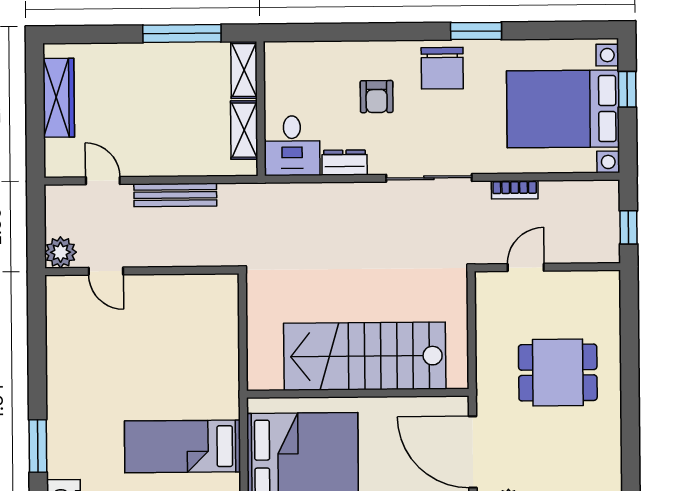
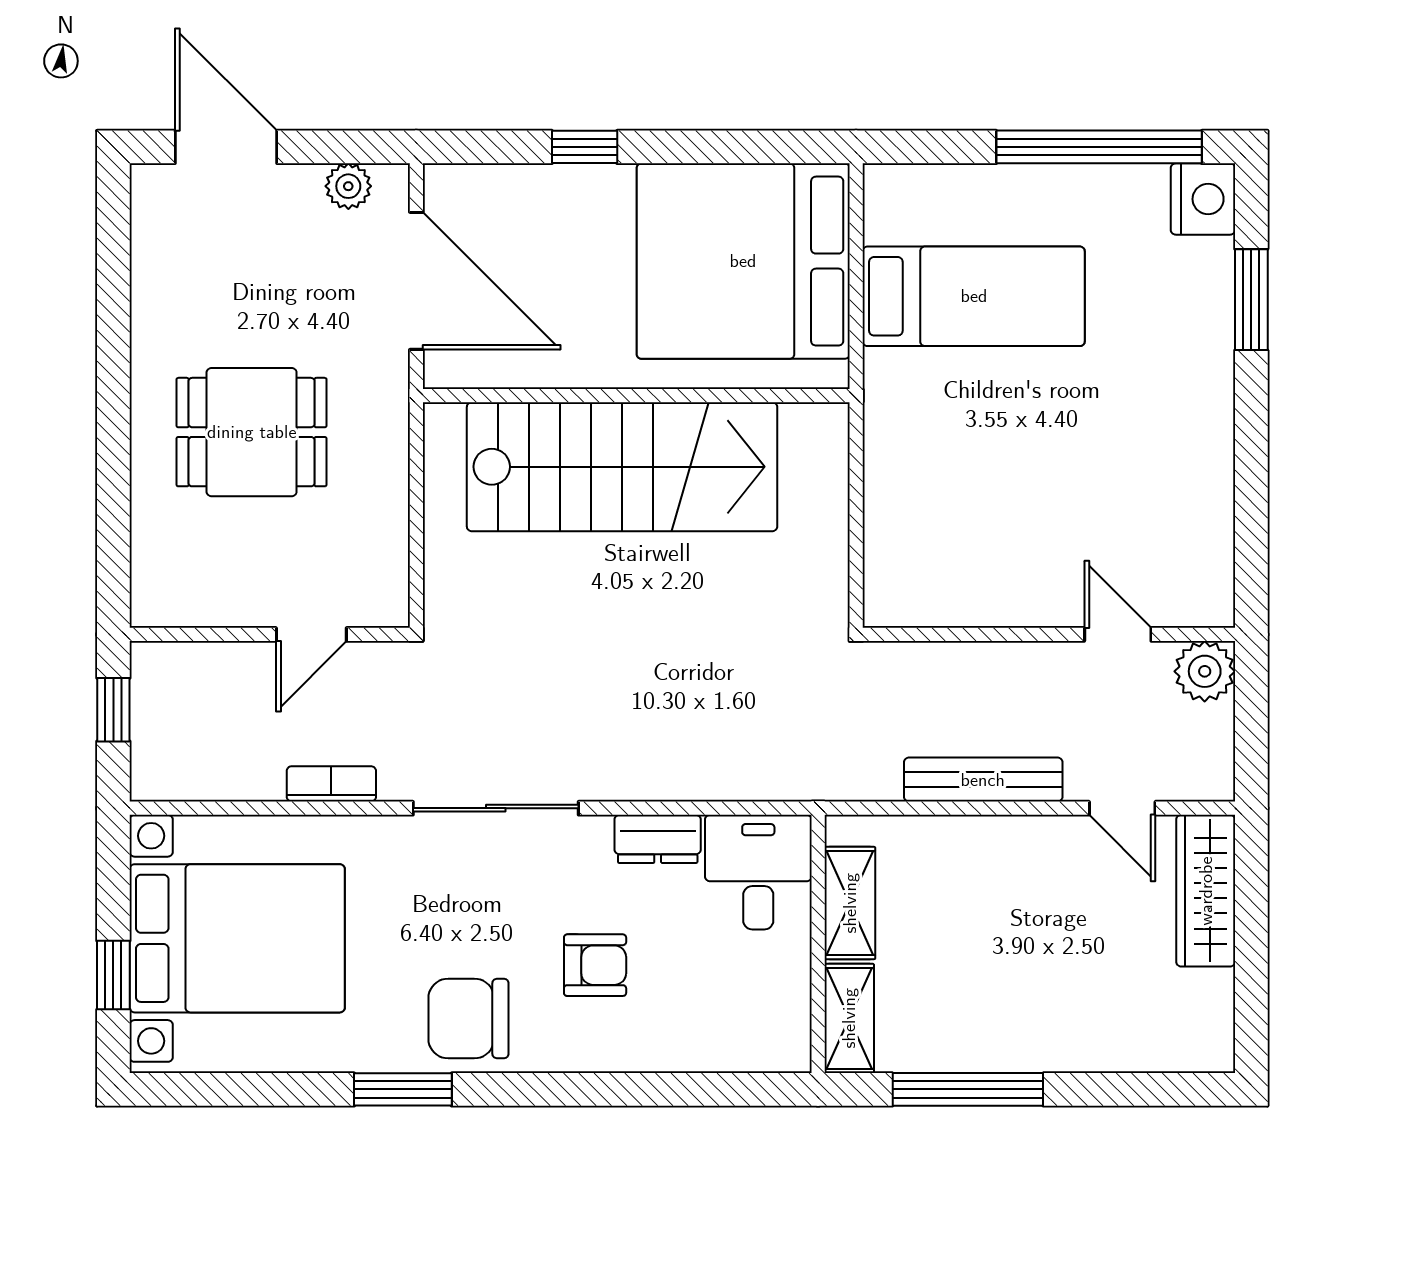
chair: (442, 68) -> (468, 1019), turned -90
armchair: (377, 97) -> (595, 965), turned 90
wardrobe: (59, 98) -> (1206, 891), moved

